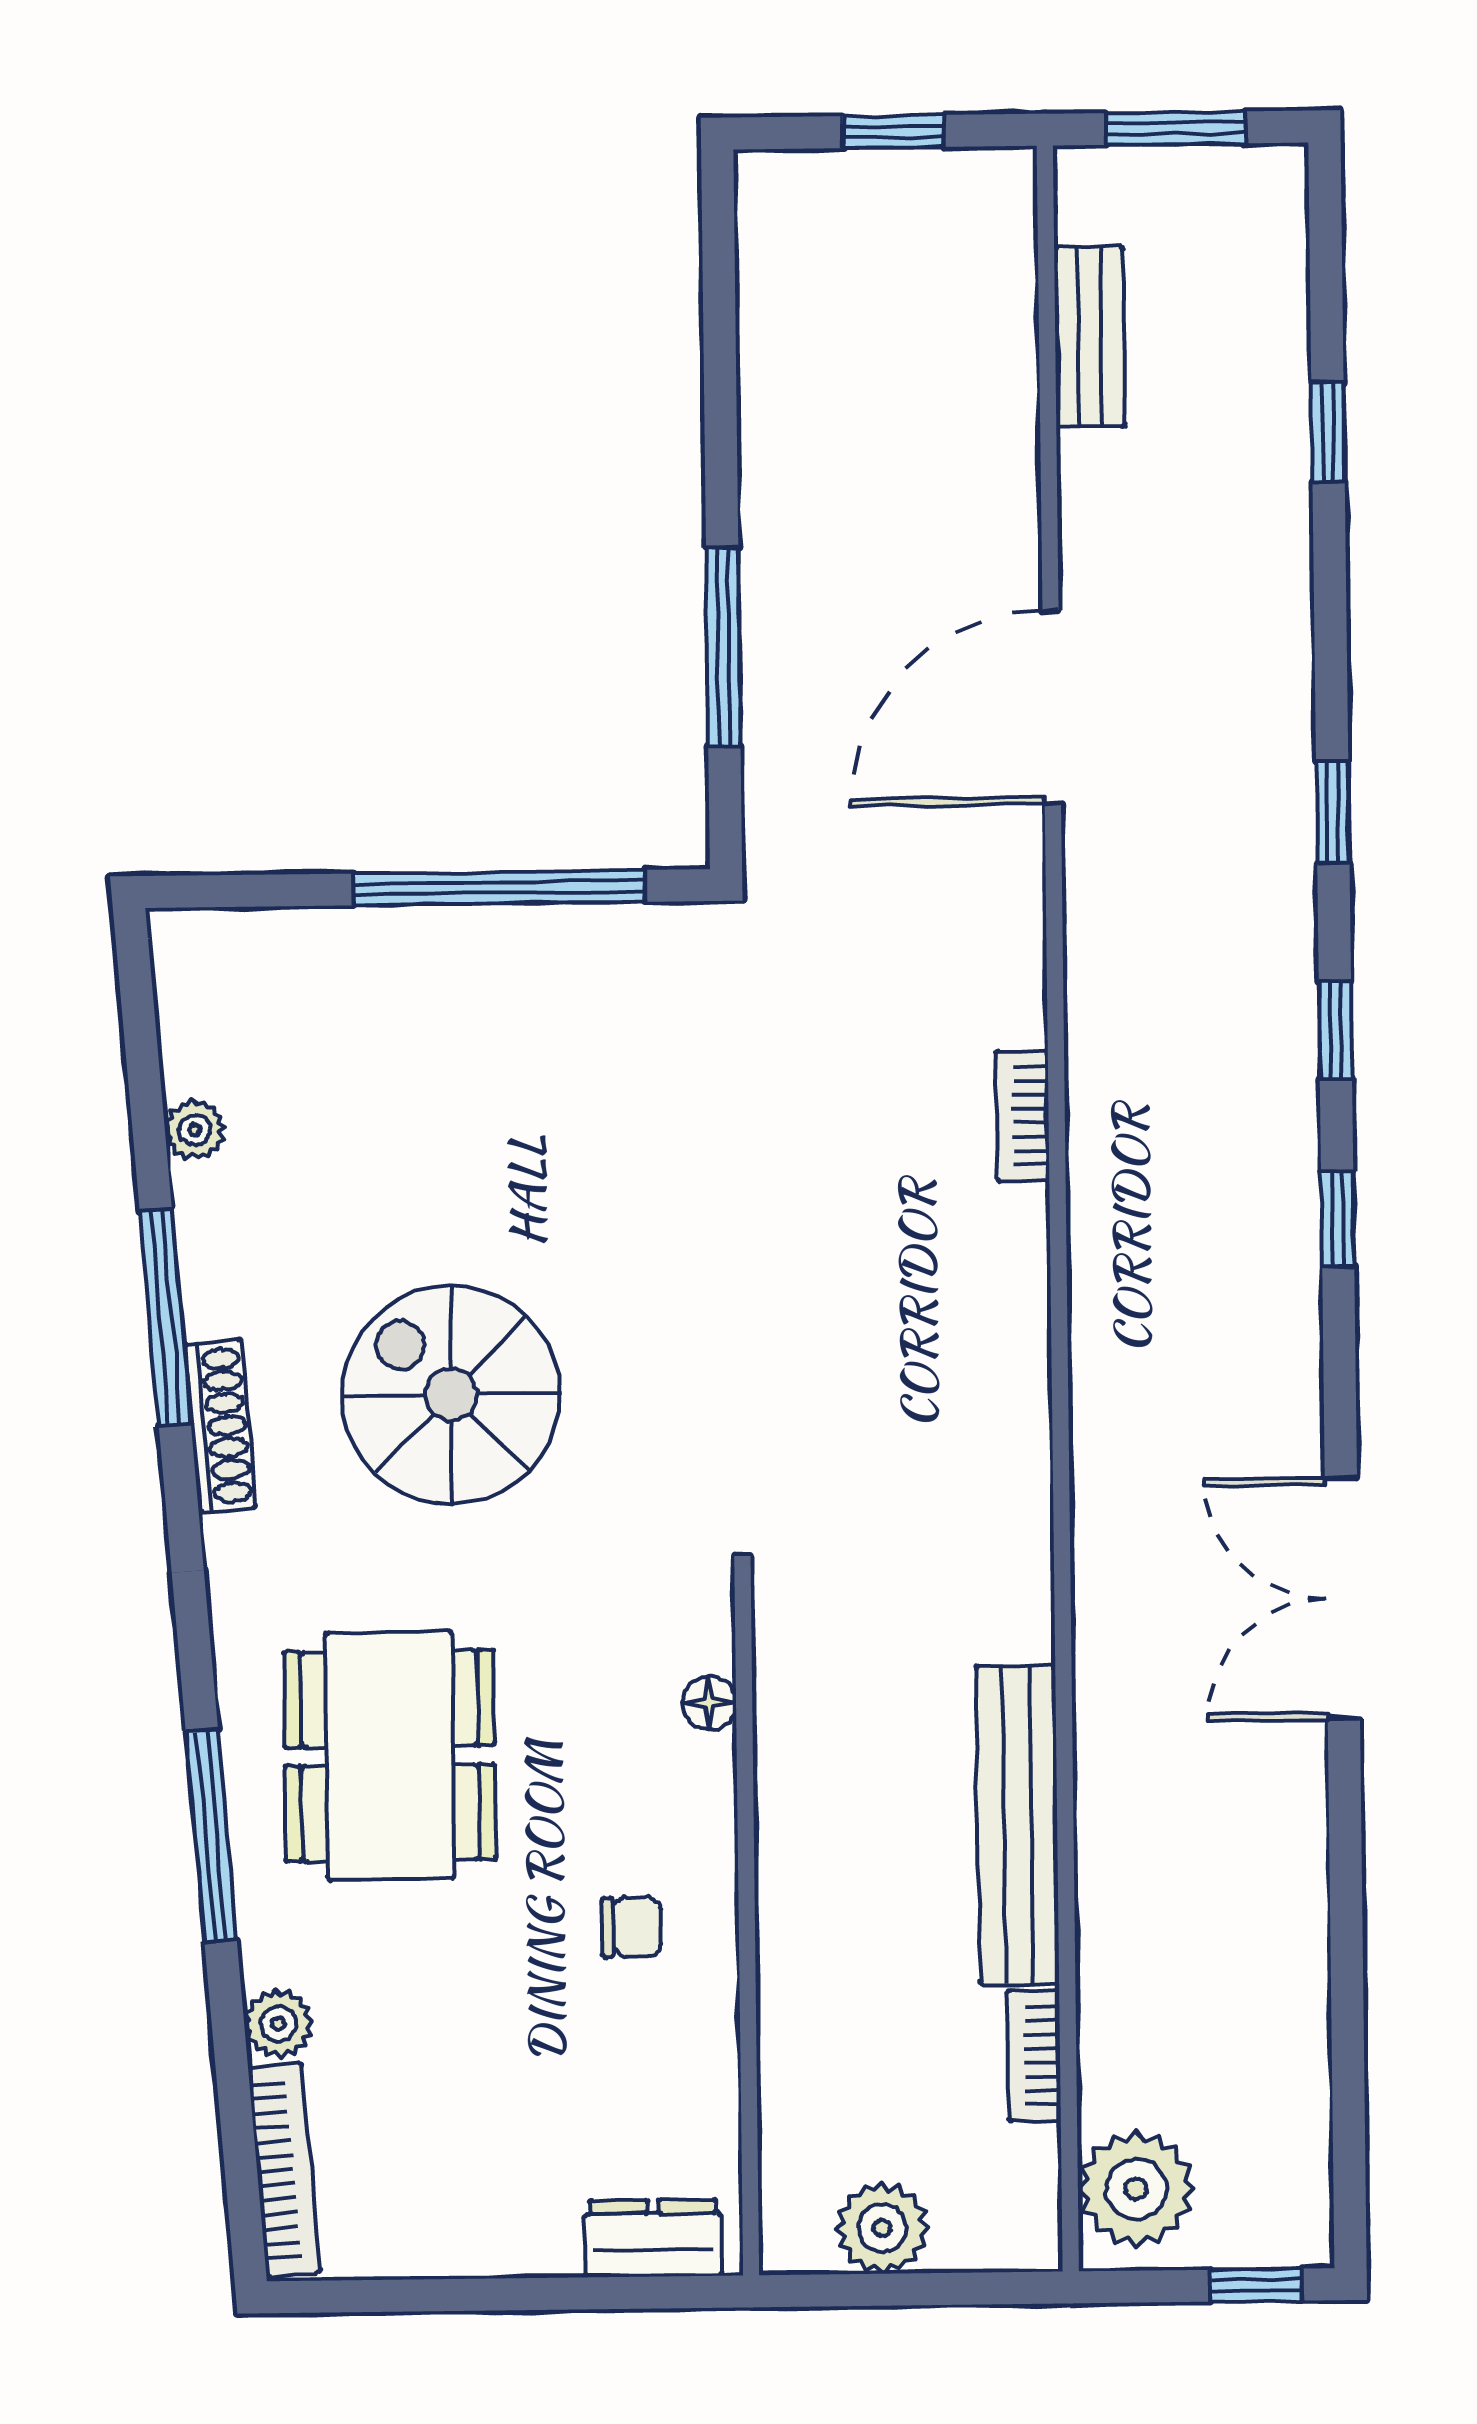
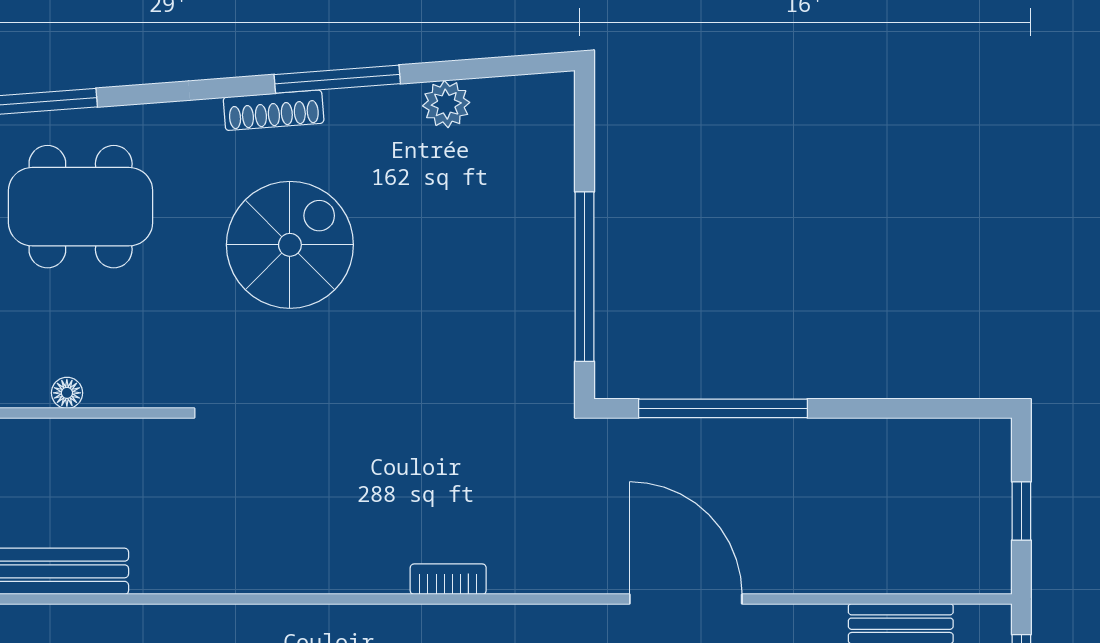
window: (723, 647) -> (723, 408), width x1.46
plant: (195, 1130) -> (446, 104), width x1.38, depth x1.38
floor lamp: (709, 1703) -> (67, 393), moved

